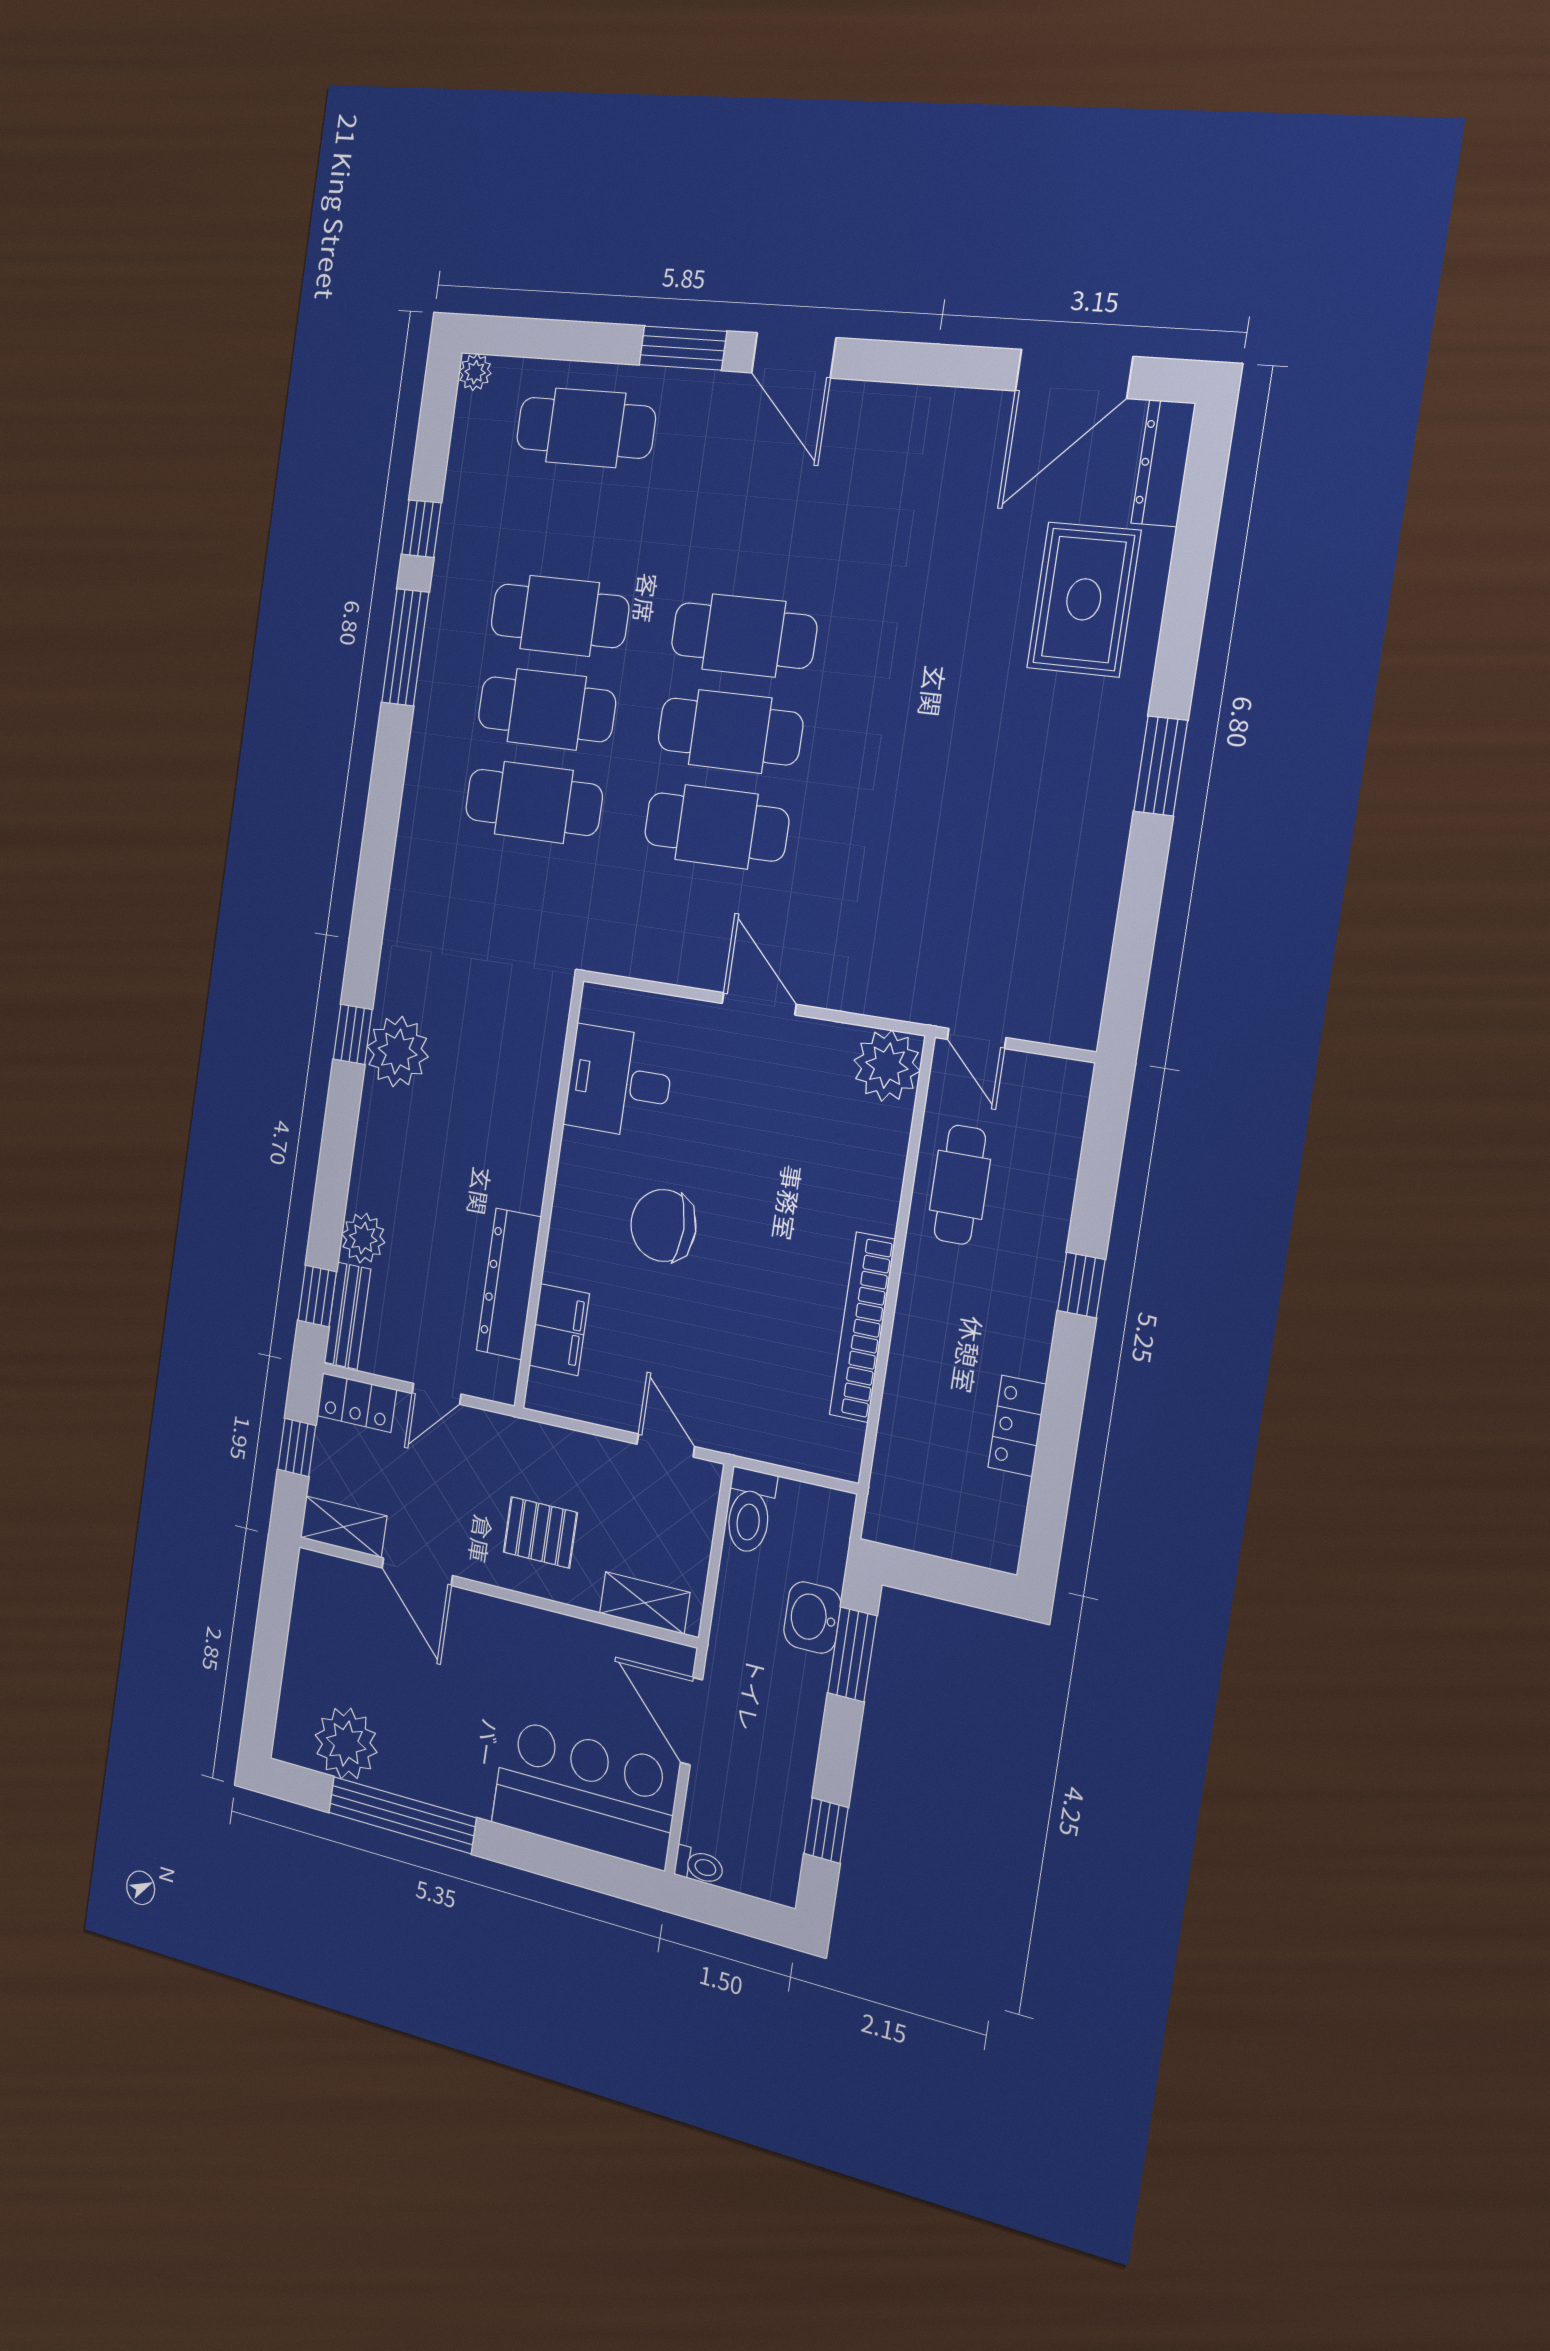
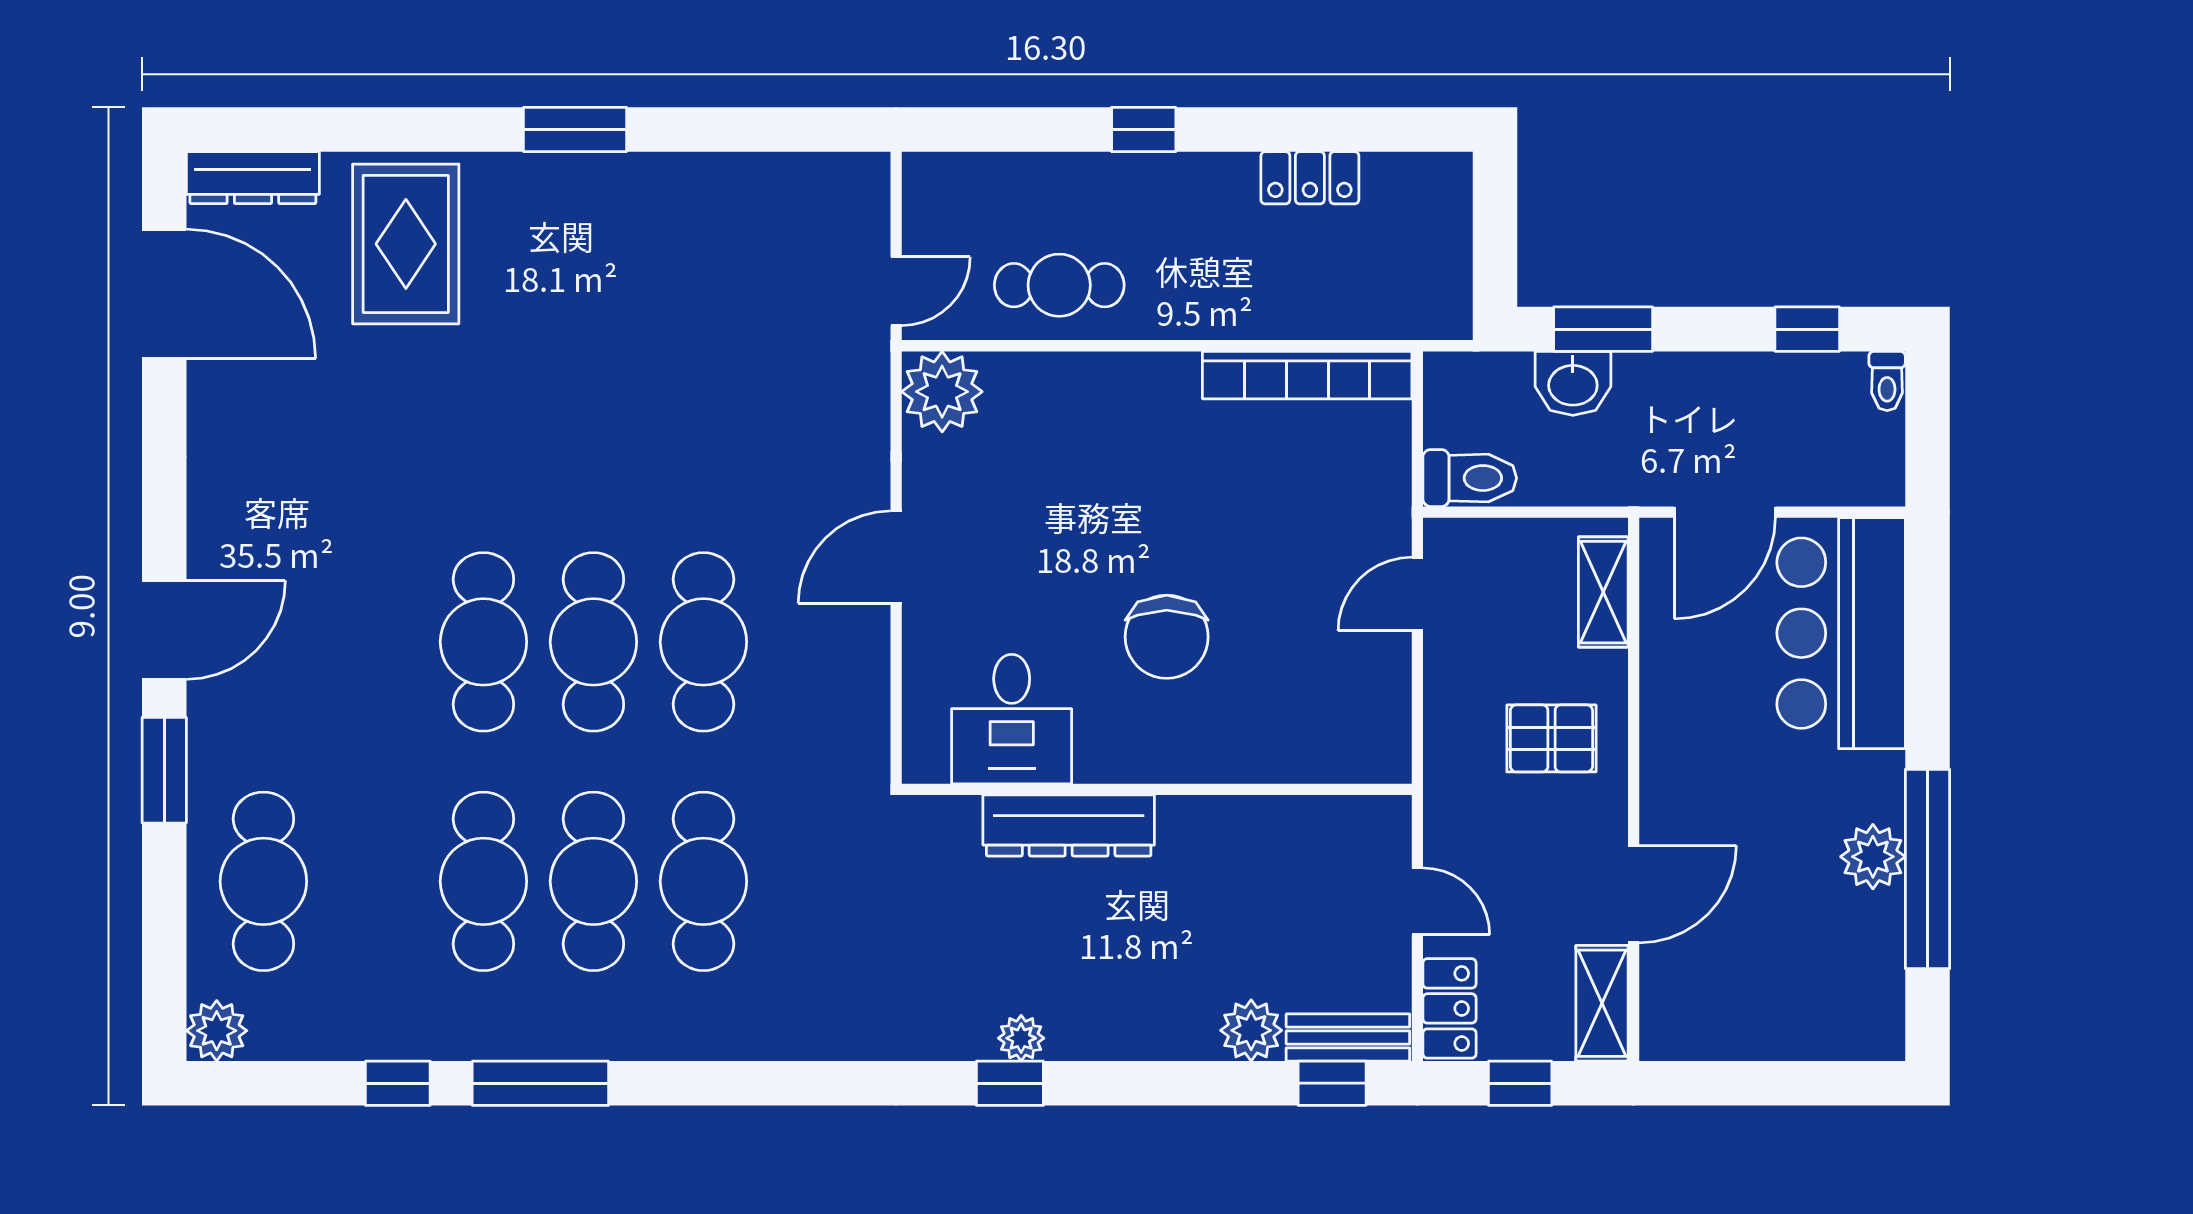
plant: (475, 372) -> (217, 1031), width x1.38, depth x1.38
rug: (1084, 599) -> (406, 244), turned 90
plant: (398, 1052) -> (1021, 1038), width x0.53, depth x0.53
dresser: (509, 1284) -> (1069, 825), moved
bookcase: (862, 1327) -> (1307, 375), moved
filing cabinet: (559, 1330) -> (1311, 751), removed
pallet: (540, 1532) -> (1551, 738), turned 90
plant: (346, 1743) -> (1873, 857), moved, width x0.73, depth x0.73
toilet: (699, 1866) -> (1887, 381), moved, turned 180

